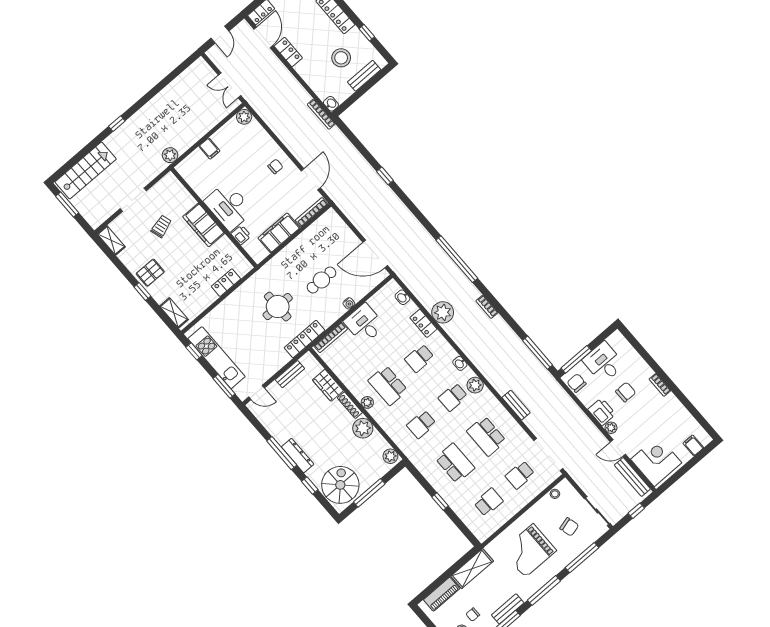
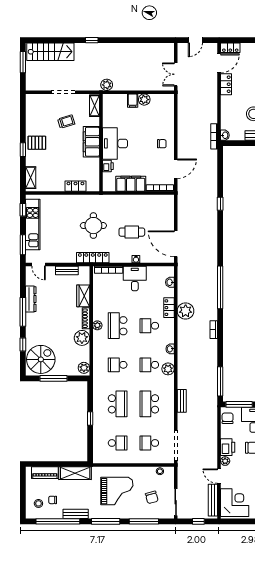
plant: (244, 117) -> (144, 100), moved
shelving: (111, 240) -> (94, 106), moved
dresser: (298, 456) -> (31, 299), moved
grand piano: (529, 551) -> (117, 491), turned 180

